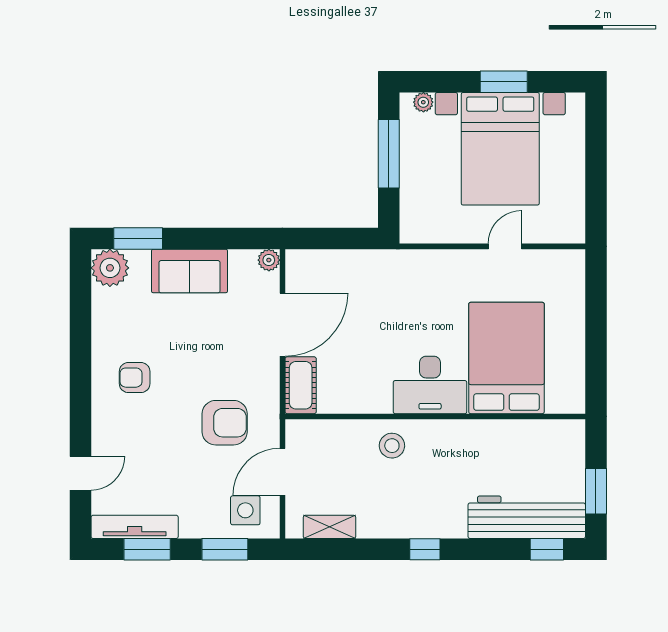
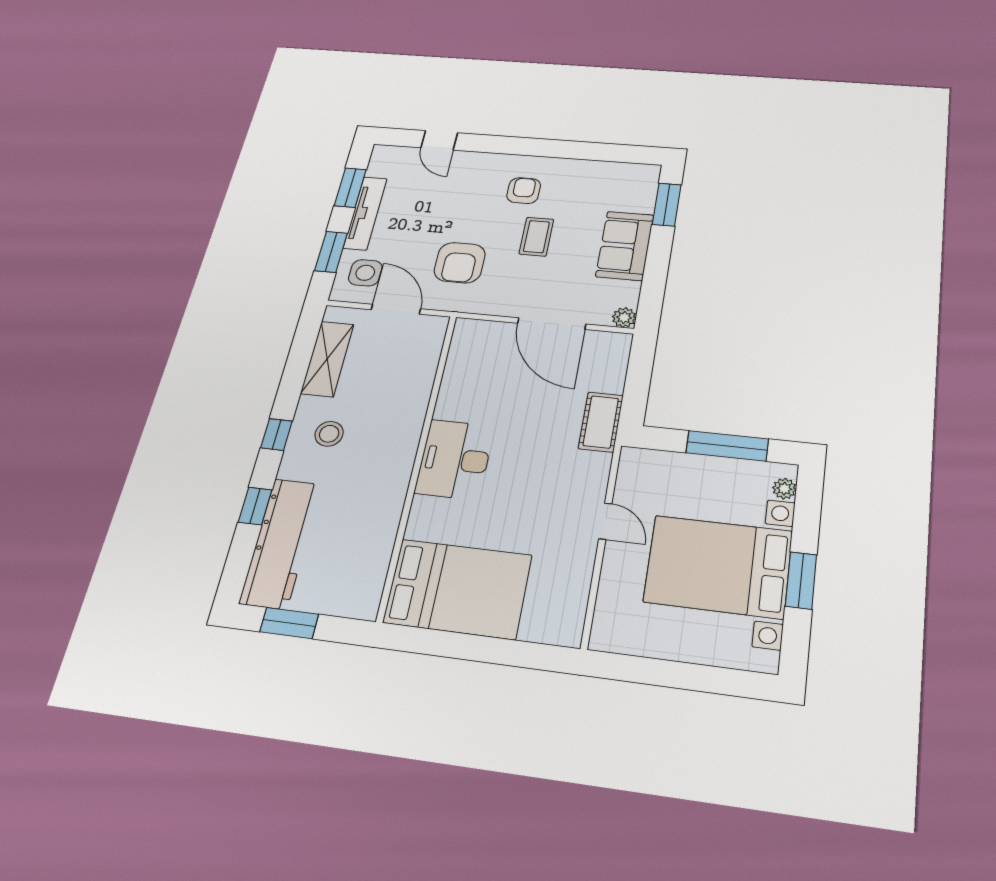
door: (505, 246) -> (605, 521), moved
plant: (110, 268) -> (640, 179), removed
coffee table: (188, 356) -> (536, 237), added
bed: (506, 358) -> (458, 589), moved
cot: (301, 385) -> (601, 422), moved, turned 90
stool: (392, 446) -> (329, 434), moved
tv unit: (135, 527) -> (365, 213), moved
shelving: (329, 527) -> (327, 359), width x1.50, depth x1.33
window: (547, 549) -> (255, 506), moved

